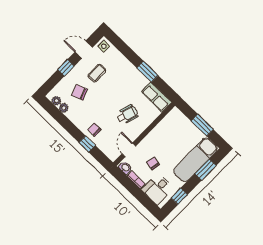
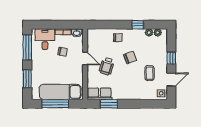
window: (147, 72) -> (109, 104), moved
chair: (79, 92) -> (130, 57), moved
window: (202, 125) -> (55, 104), width x1.44
window: (87, 144) -> (138, 25), moved
door: (129, 150) -> (85, 58), moved
exam couch: (195, 160) -> (60, 92), moved, turned -90
window: (179, 196) -> (27, 47), width x2.17

